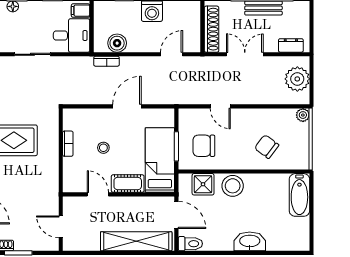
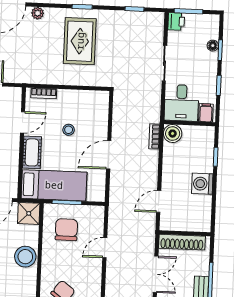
boiler: (117, 43) -> (173, 134), moved
door: (172, 54) -> (159, 201), swing flipped
door: (127, 106) -> (109, 155), swing flipped
bookcase: (68, 144) -> (44, 93), moved
shower: (203, 184) -> (29, 213), moved

